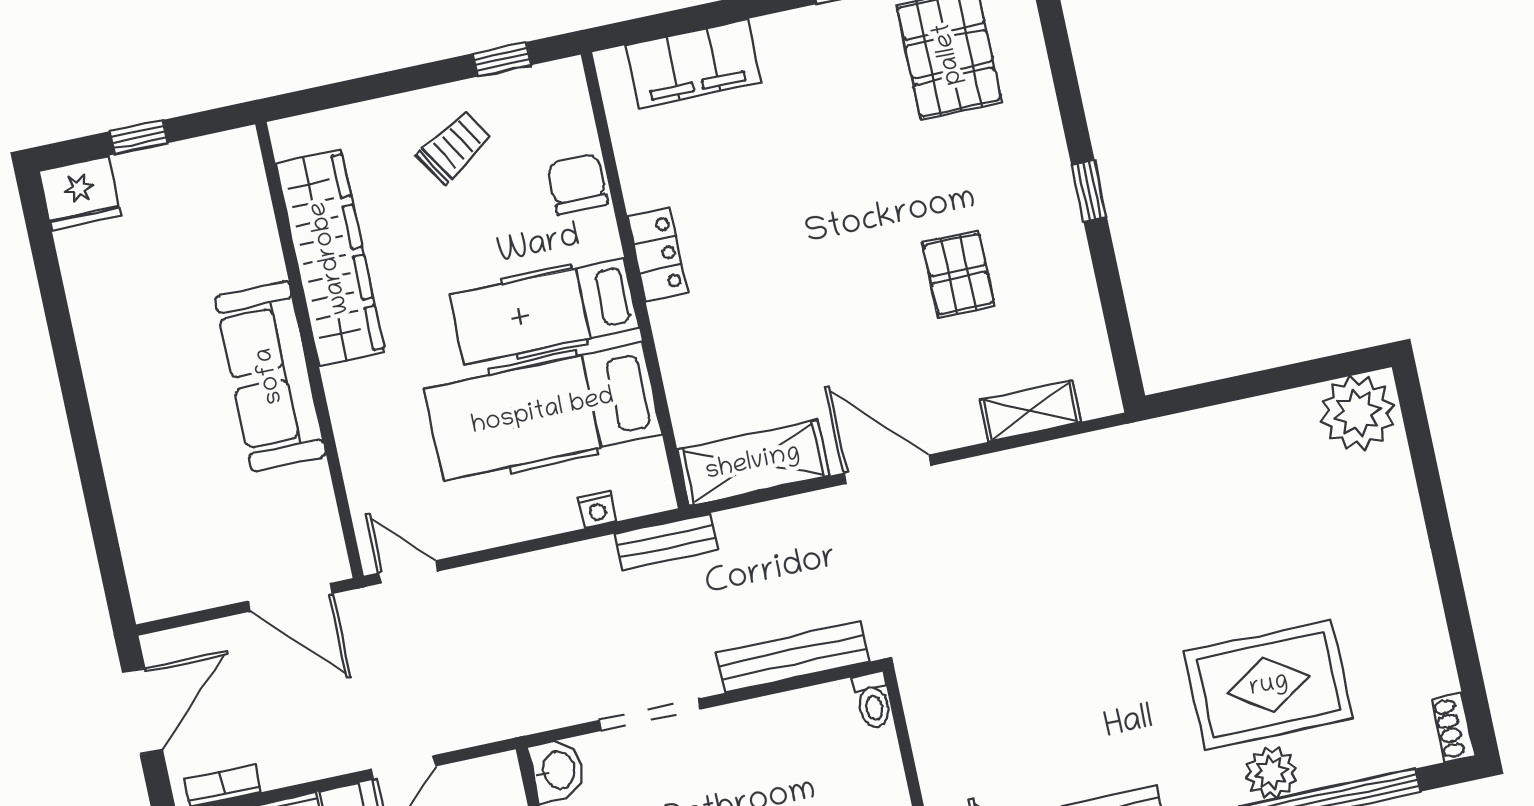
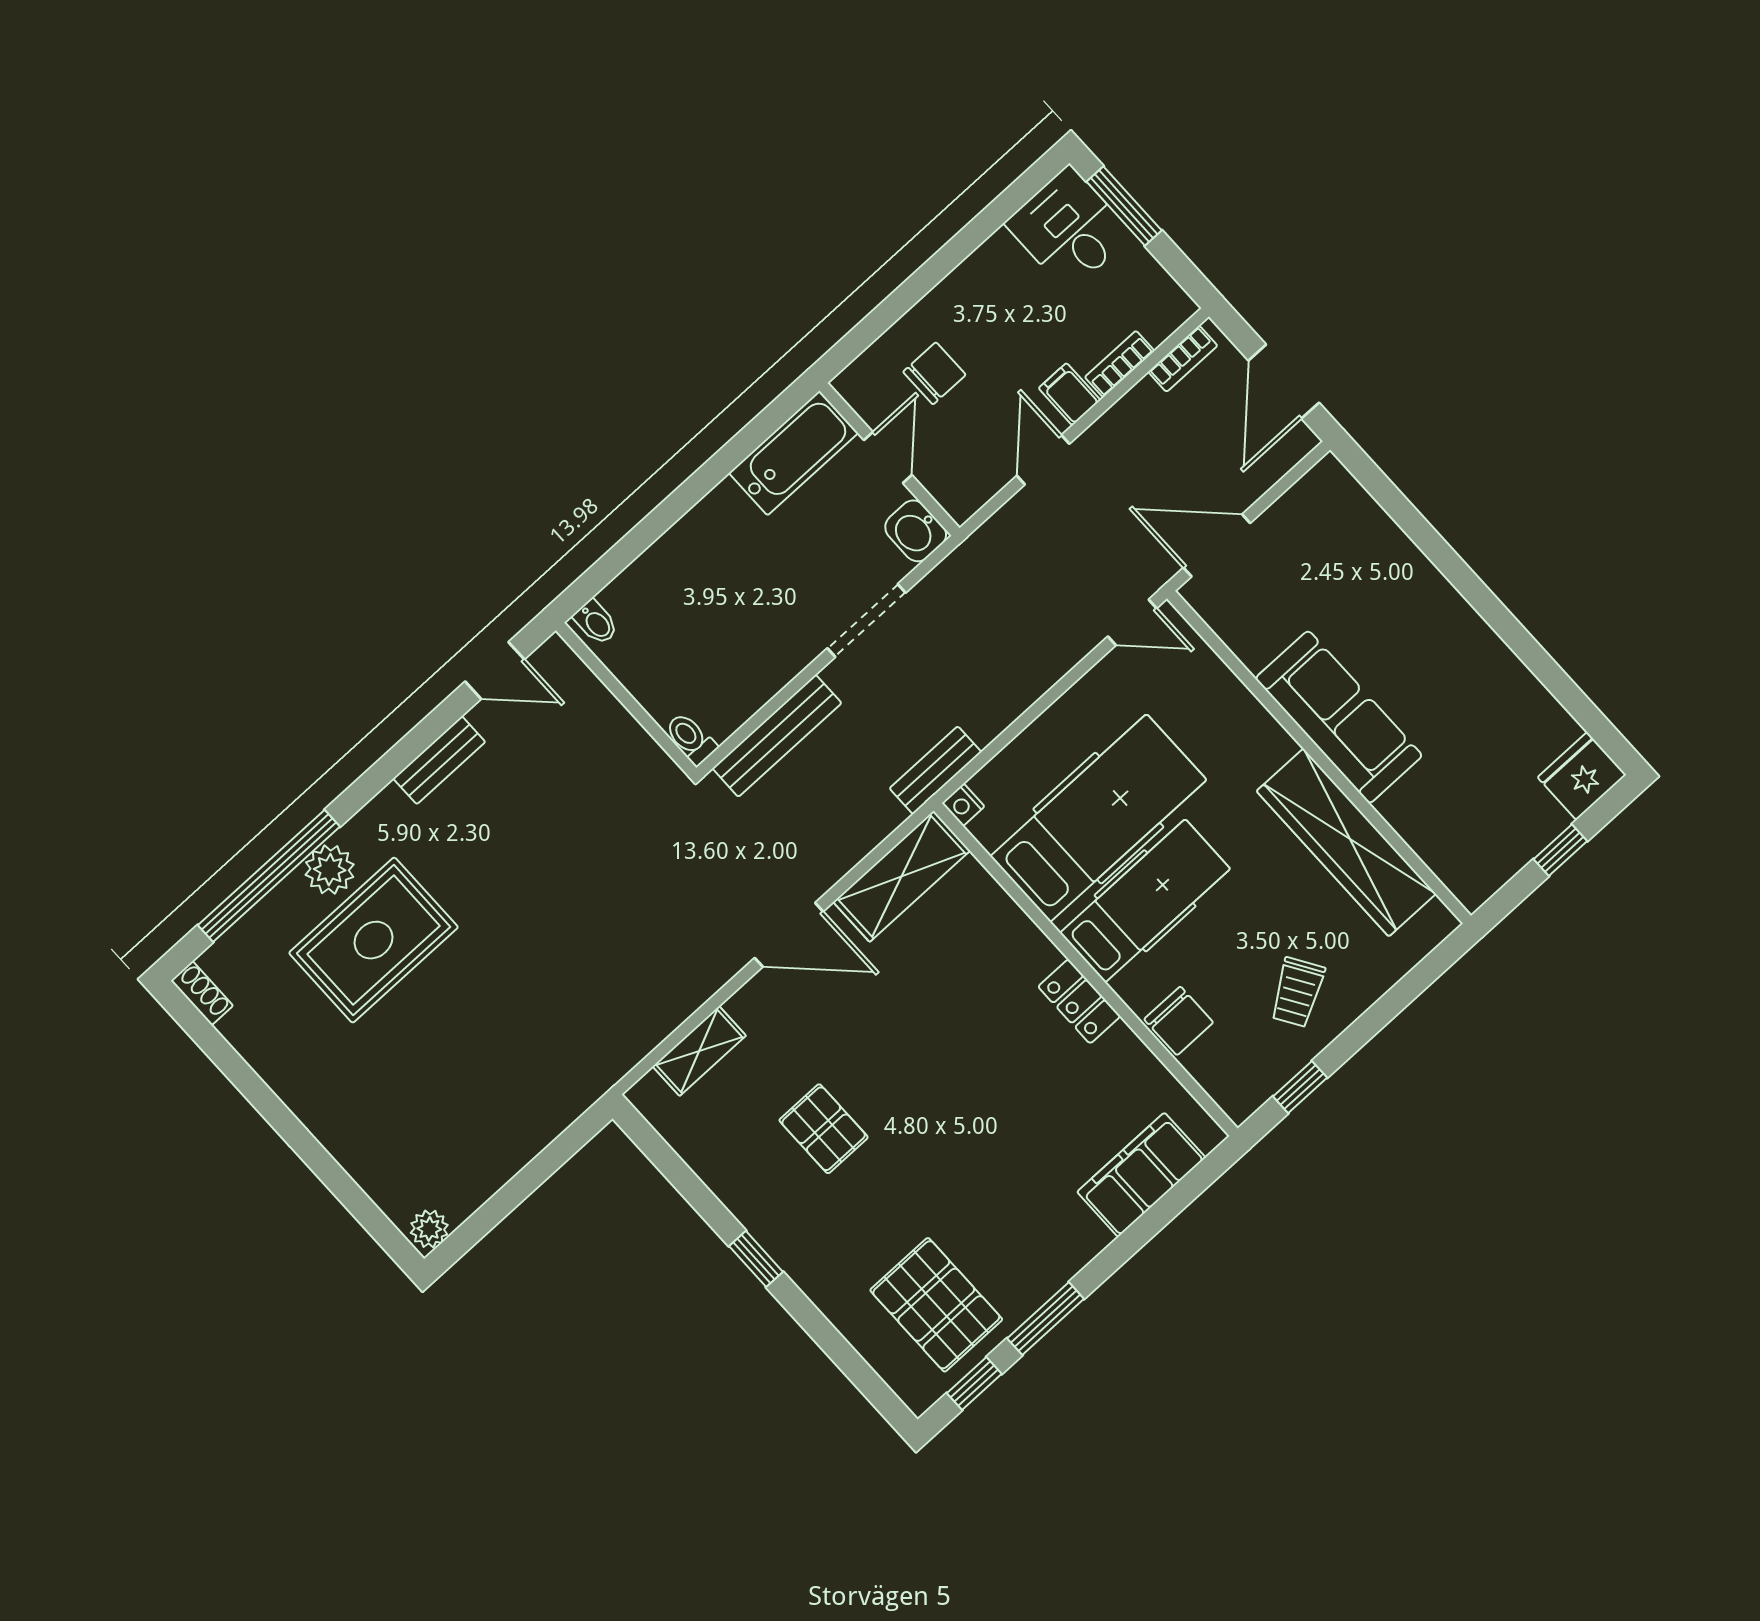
plant: (1357, 413) -> (429, 1229), width x0.53, depth x0.53
nightstand: (597, 510) -> (963, 805), moved, turned -90

